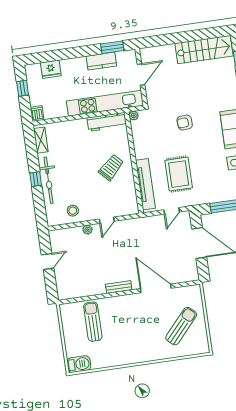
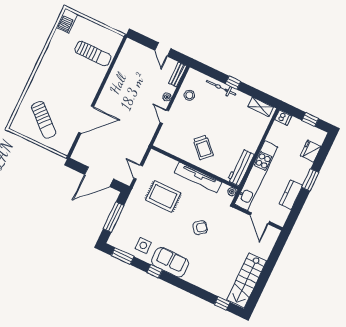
window: (112, 47) -> (310, 180), moved
armchair: (185, 123) -> (200, 228), turned 56
bicycle: (48, 180) -> (221, 88), width x0.73, depth x0.71
tv unit: (145, 184) -> (198, 177), moved
bench: (119, 287) -> (178, 74), moved

